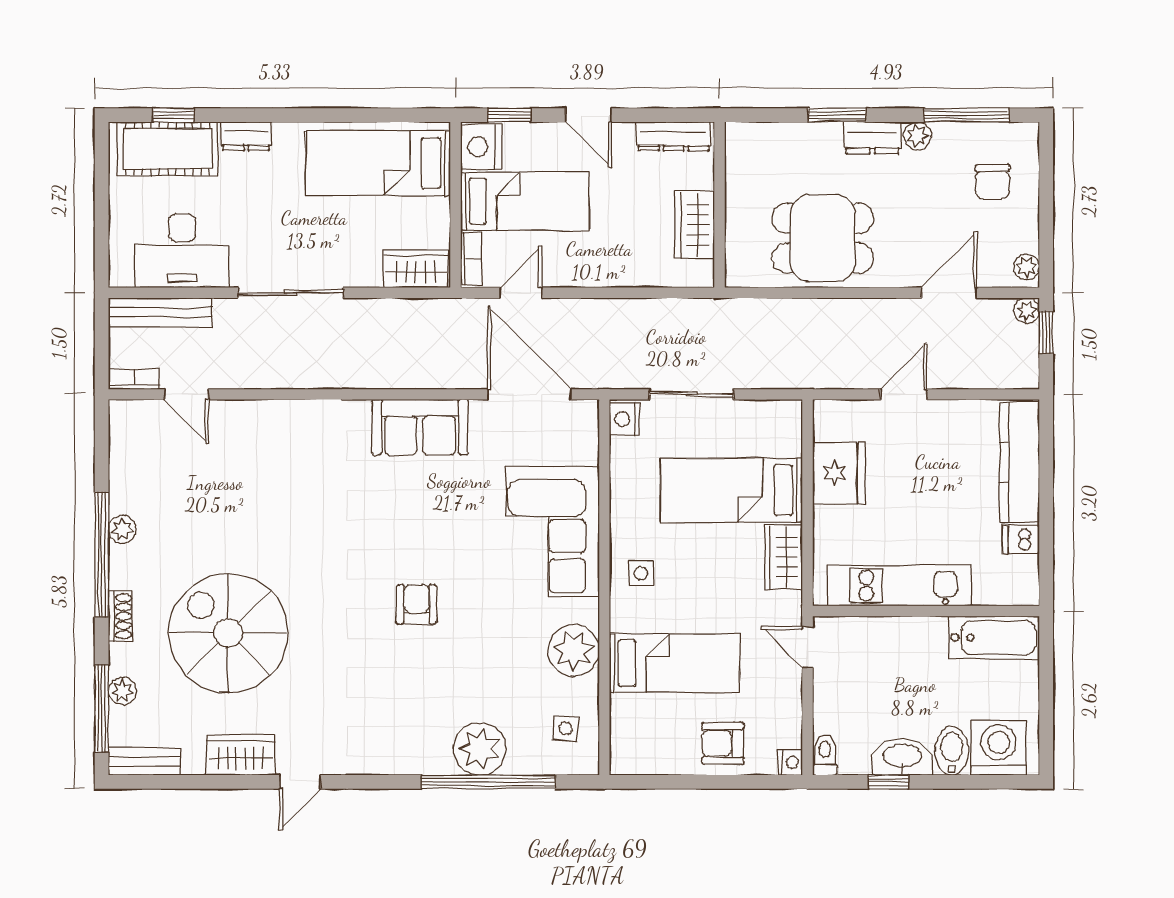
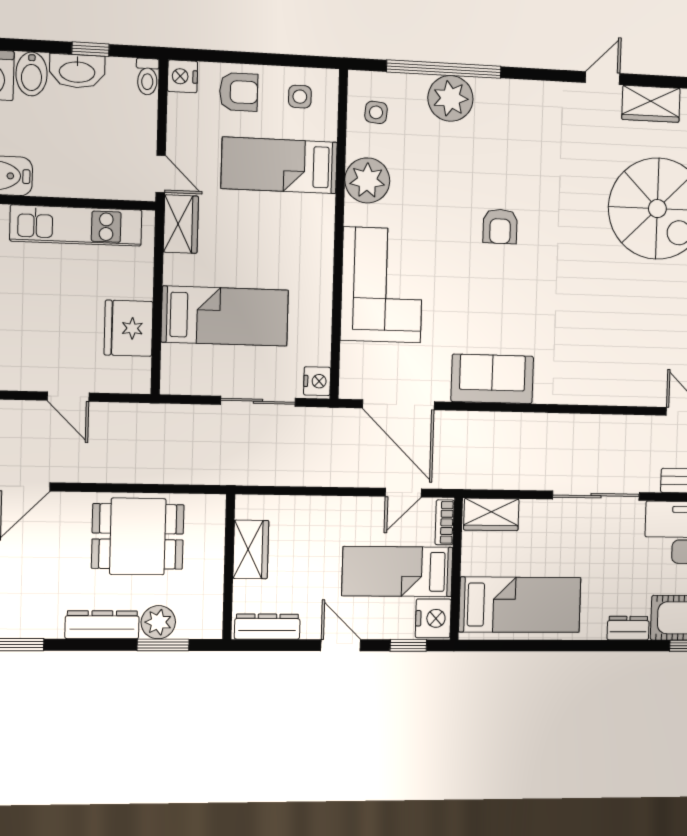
window: (837, 115) -> (163, 645), moved
plant: (917, 136) -> (158, 622), moved, width x1.38, depth x1.38
dresser: (872, 138) -> (102, 625), width x1.44
door: (904, 394) -> (68, 397), hinge flipped
wardrobe: (784, 557) -> (181, 224), moved
side table: (641, 573) -> (300, 97), moved
nightstand: (790, 762) -> (182, 76), width x1.39, depth x1.35

